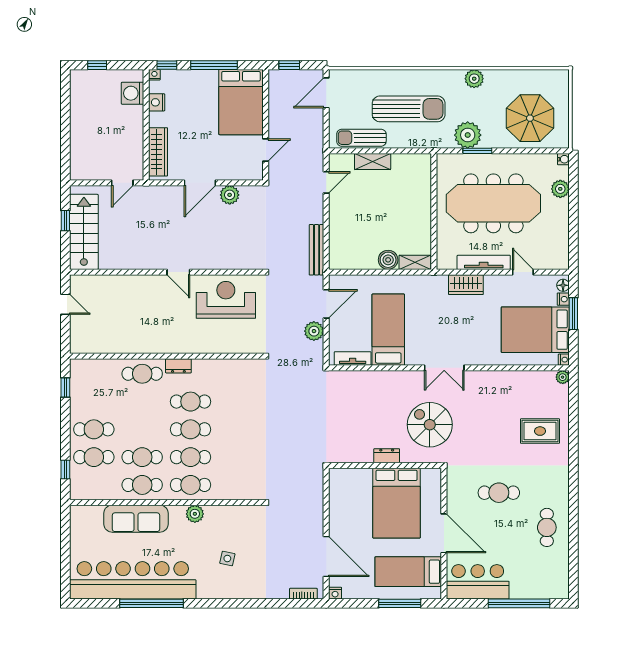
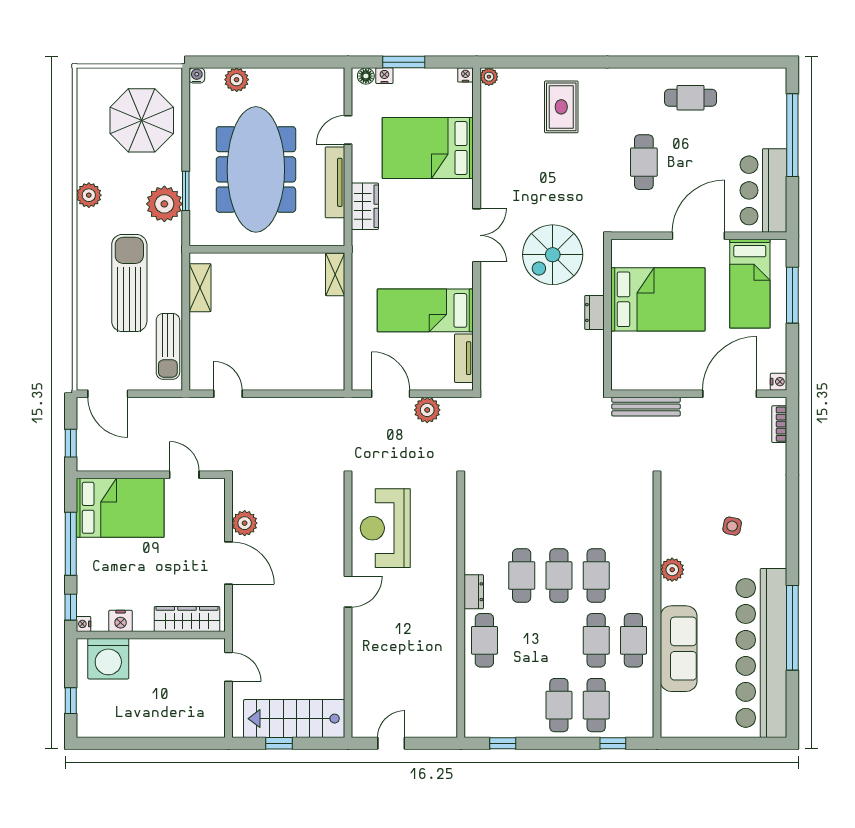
washing machine: (133, 93) -> (108, 659), width x1.37, depth x1.37
shelving: (373, 162) -> (200, 288), moved
bench: (317, 250) -> (646, 407), moved
boiler: (388, 260) -> (332, 311), removed
bed: (535, 330) -> (428, 148), moved, turned 90
cafe table: (191, 485) -> (633, 575), removed

